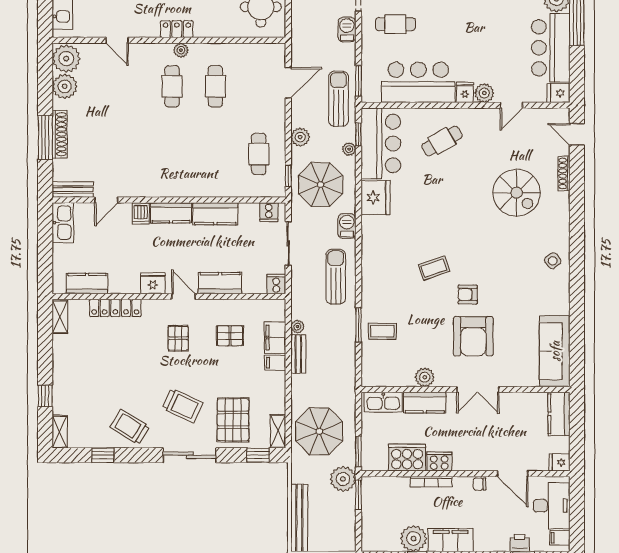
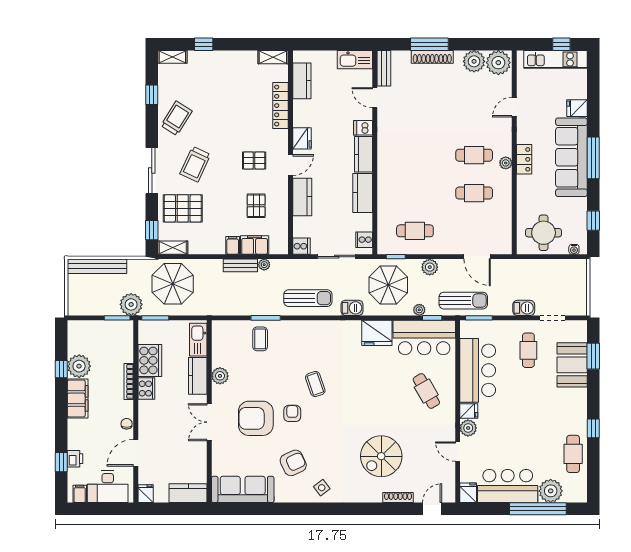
armchair: (524, 293) -> (293, 463), added

